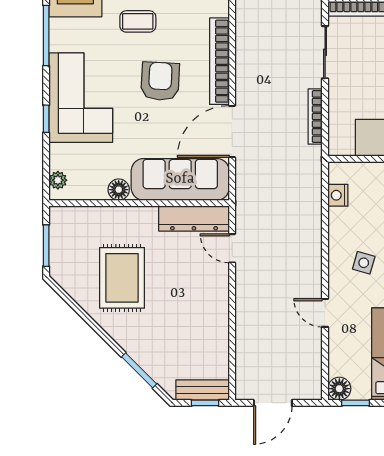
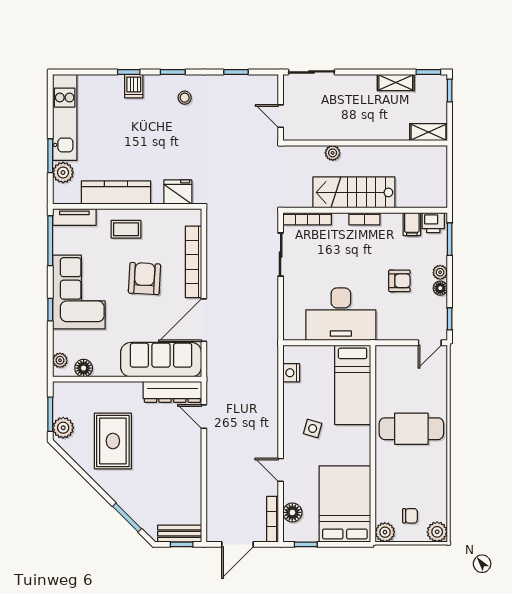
bookcase: (315, 117) -> (273, 519), moved
floor lamp: (119, 190) -> (84, 368), moved
plant: (62, 262) -> (63, 428), added
floor lamp: (339, 389) -> (292, 512), moved

